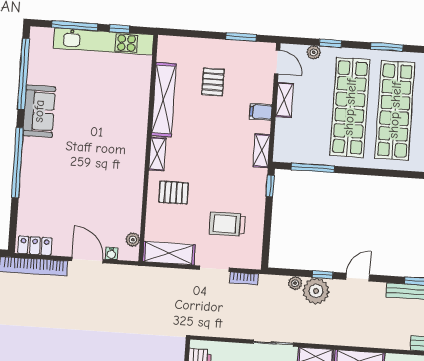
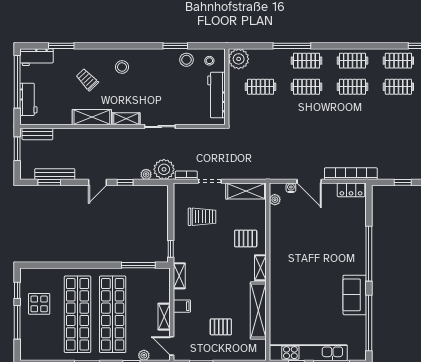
pallet: (213, 82) -> (221, 327), turned 90
plant: (316, 291) -> (164, 169), moved

